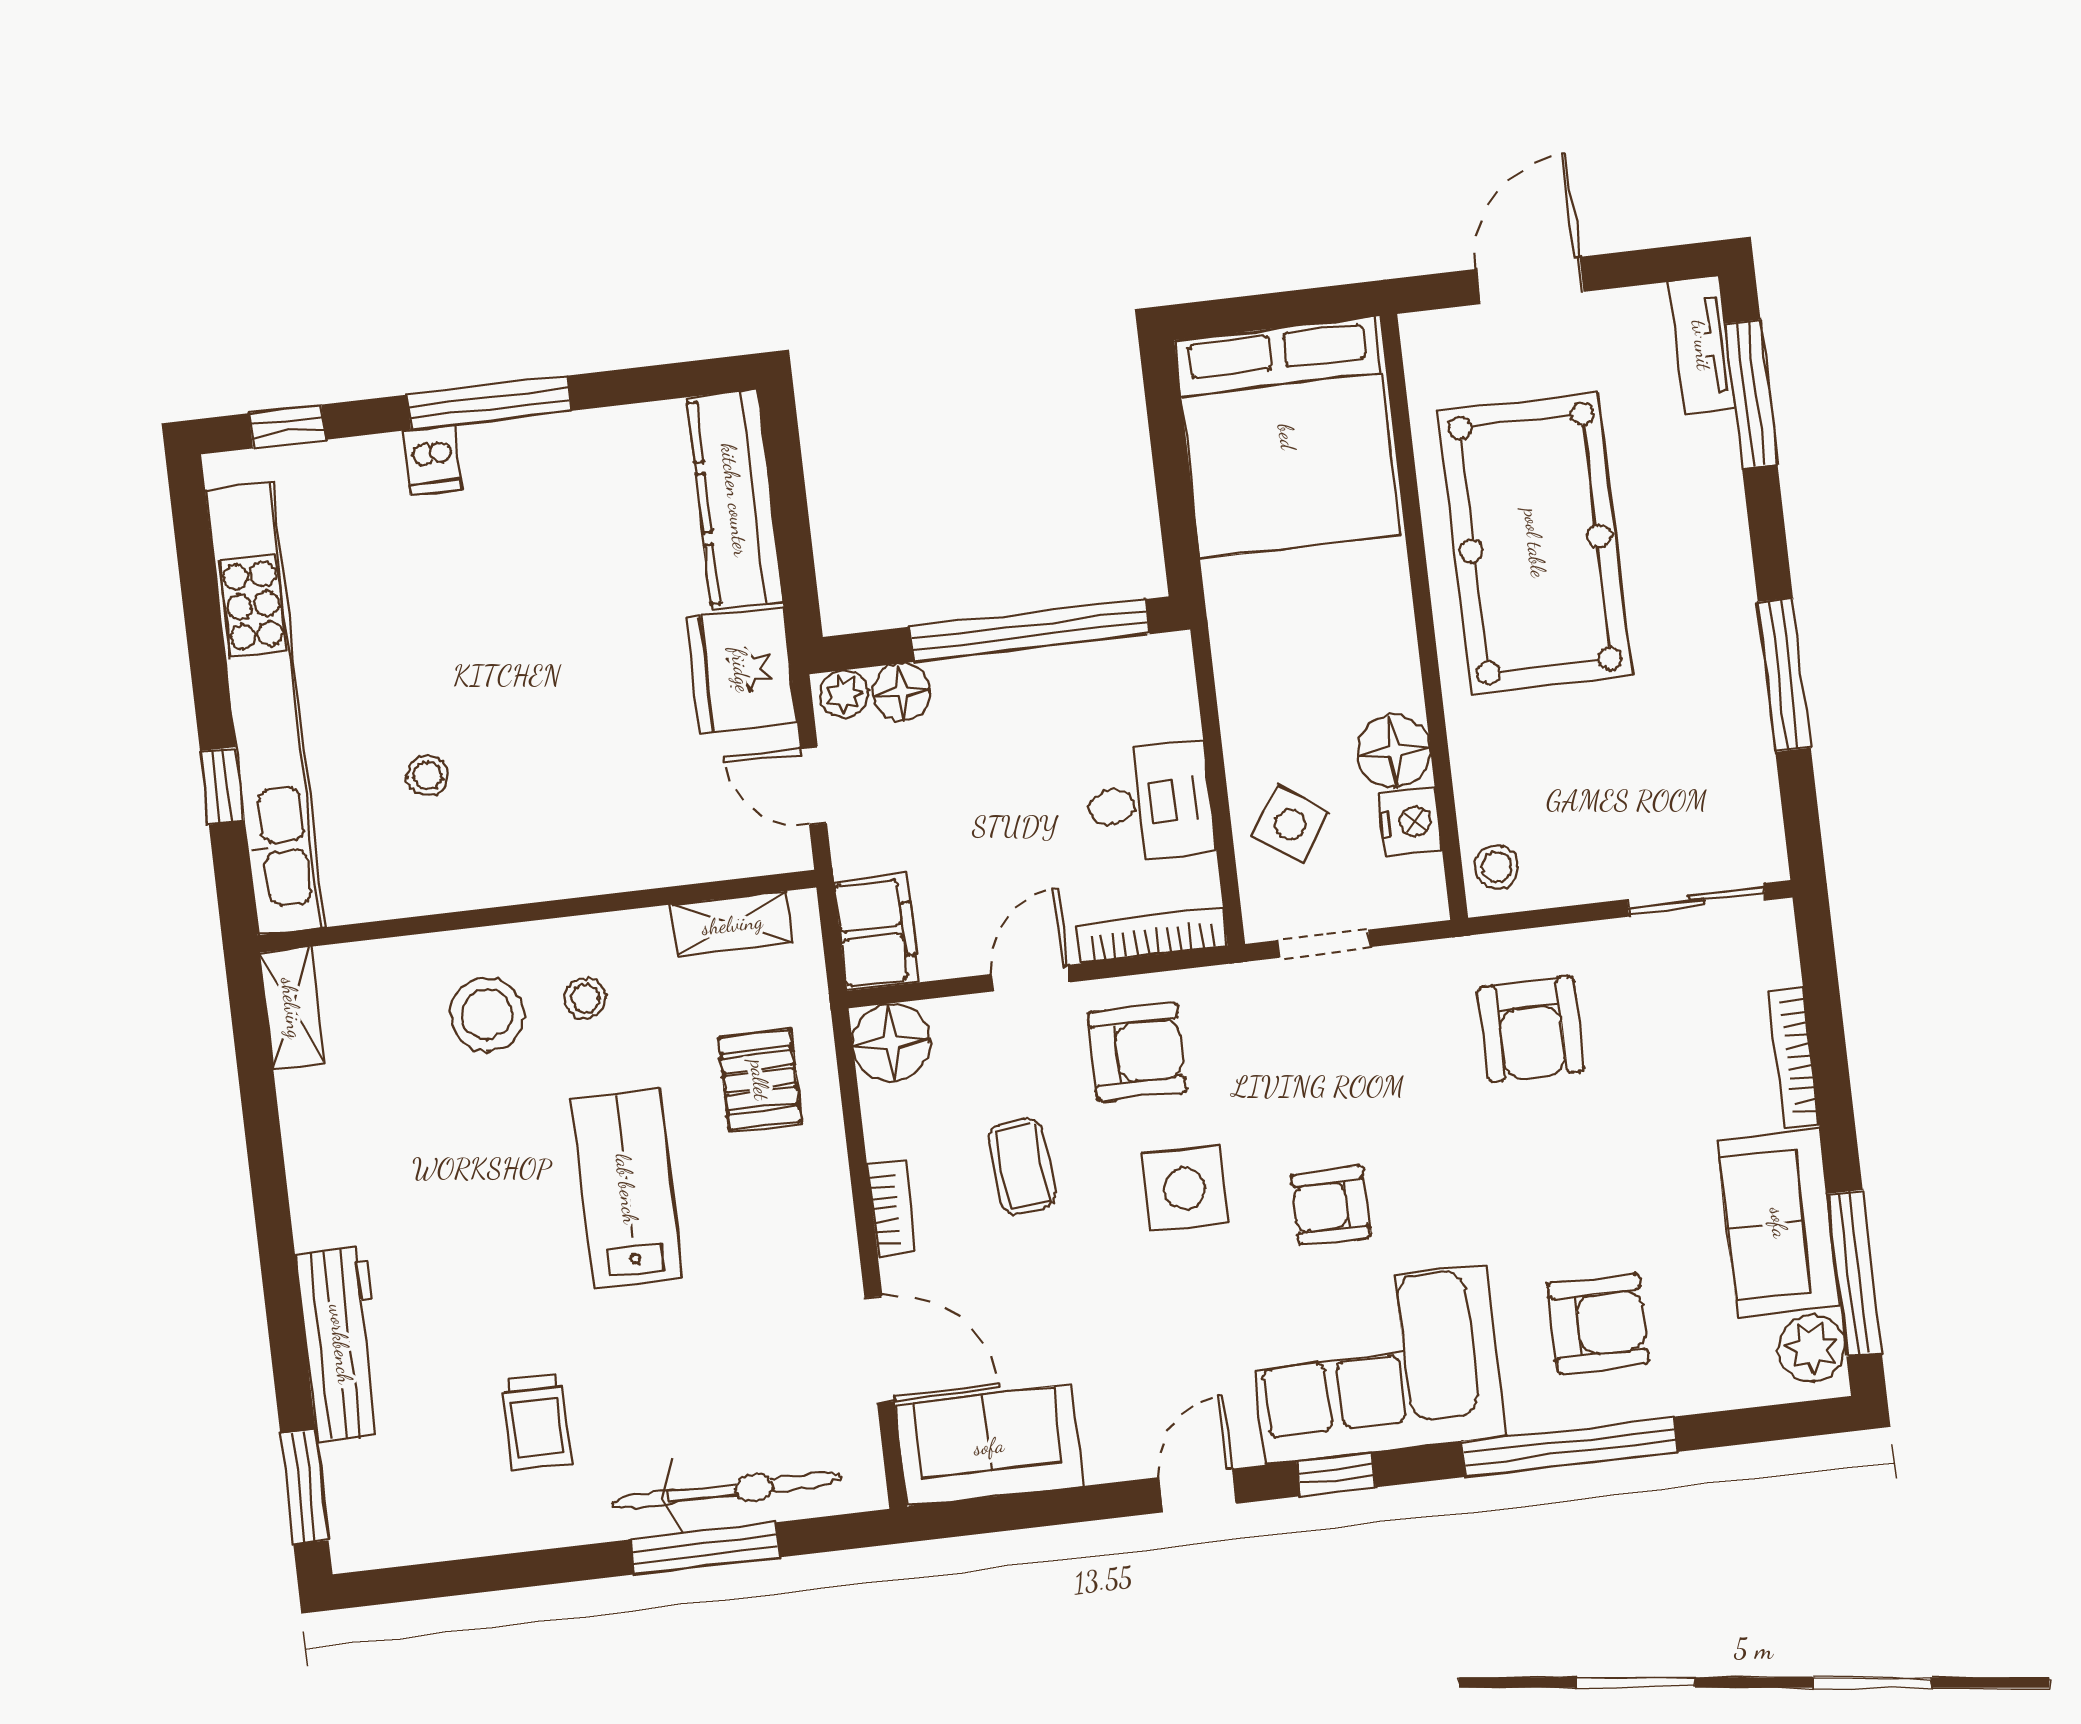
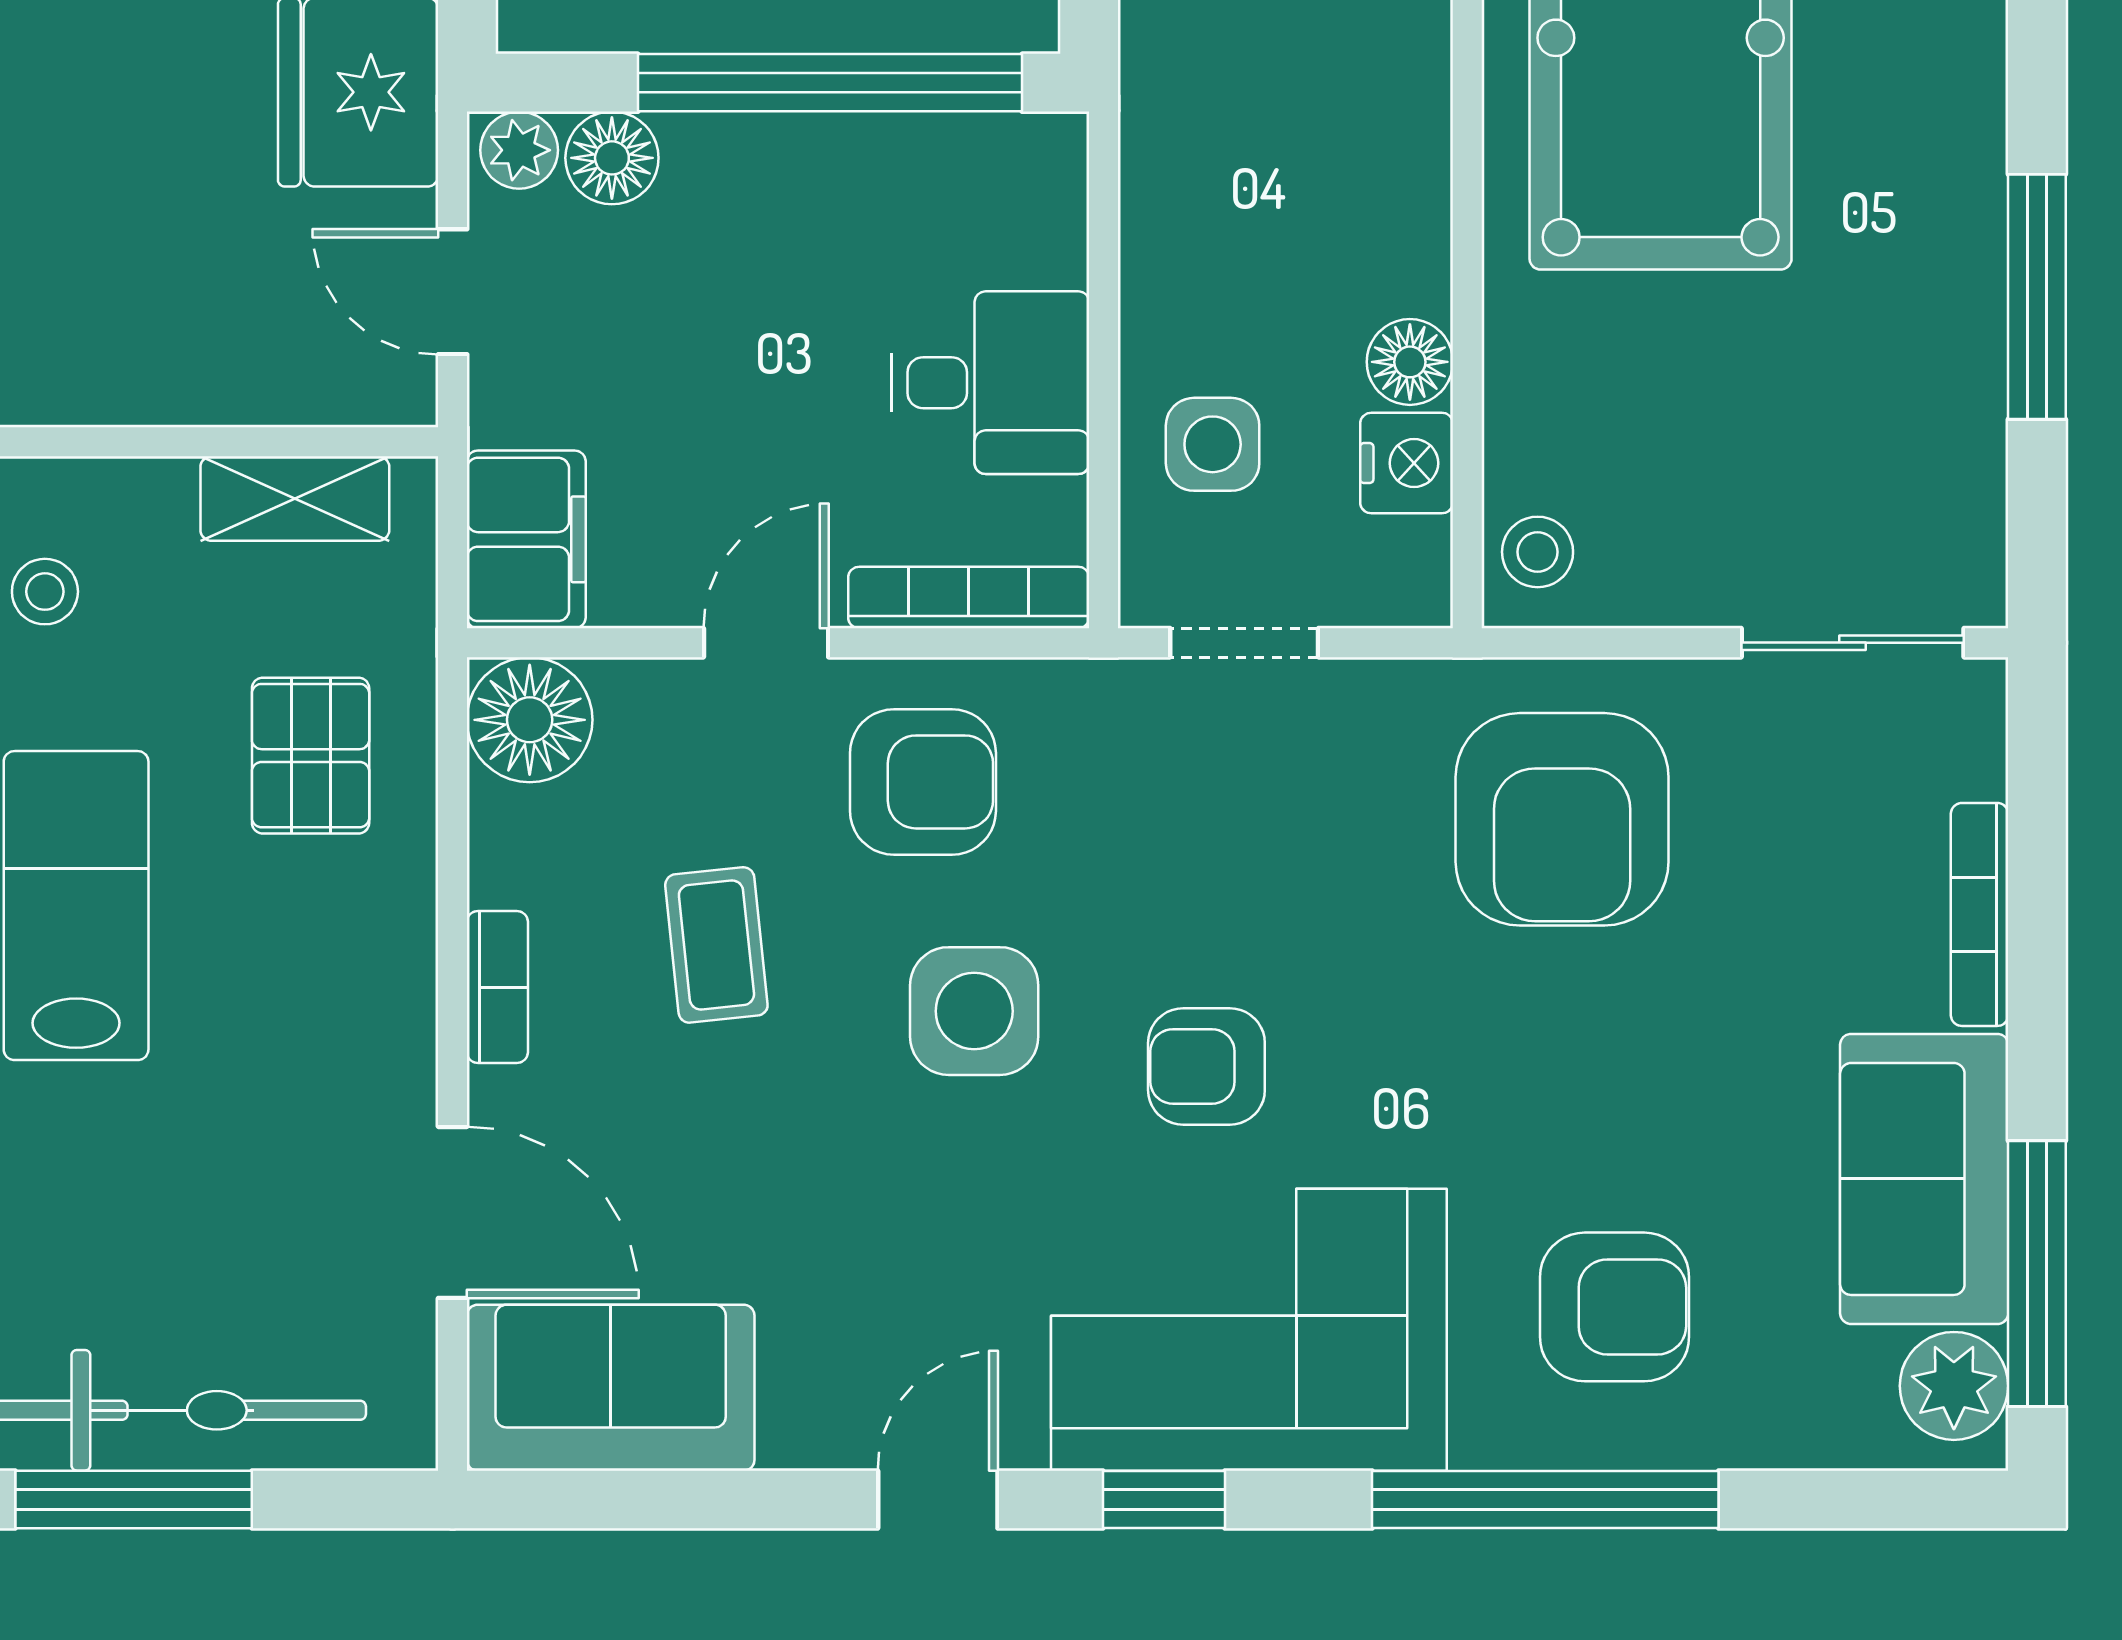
floor lamp: (1394, 751) -> (1410, 362), width x0.73, depth x0.73
side table: (1290, 824) -> (1213, 444), turned -34
armchair: (1531, 1029) -> (1562, 819), width x1.36, depth x1.36

